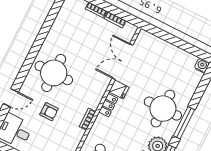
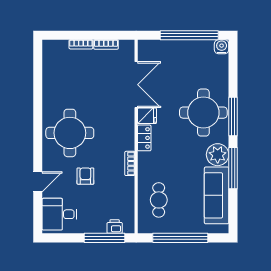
window: (182, 44) -> (189, 35), added
double door: (123, 62) -> (136, 85), swing flipped
armchair: (49, 112) -> (85, 176), turned -90

